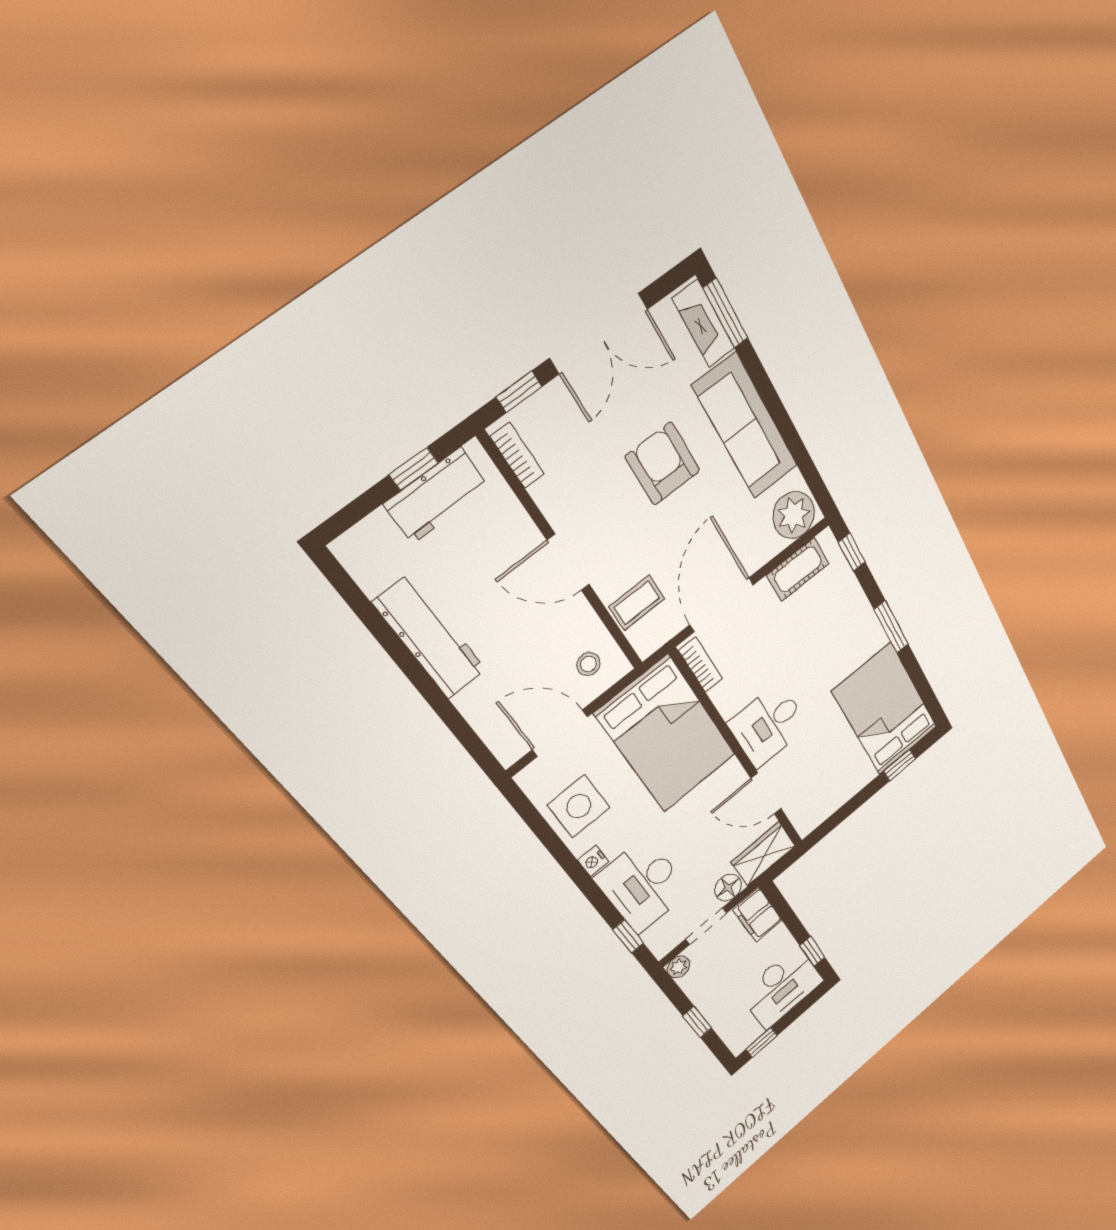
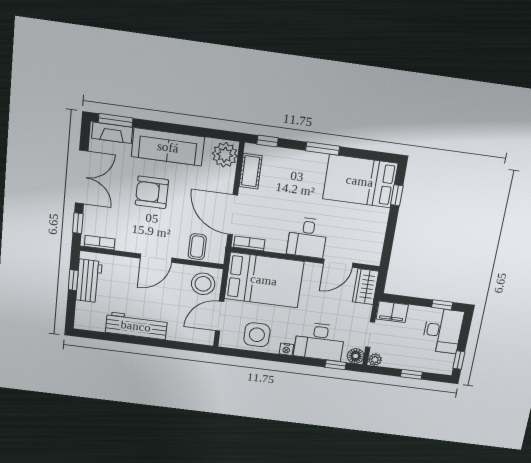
stool: (588, 664) -> (203, 284), width x1.89, depth x1.89
floor lamp: (728, 888) -> (356, 356), moved

